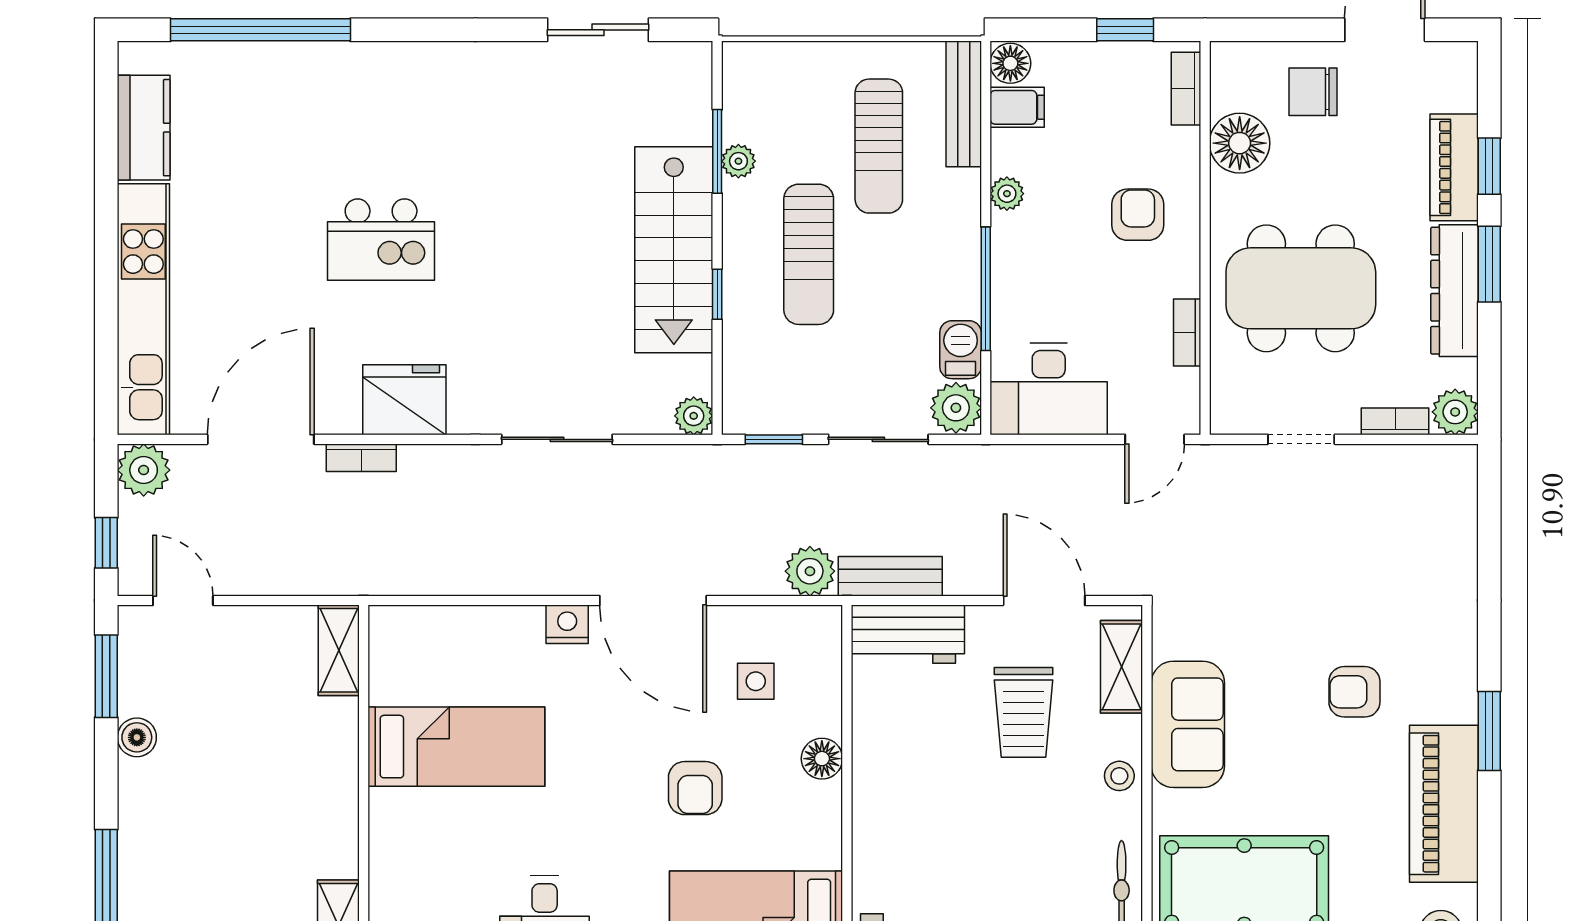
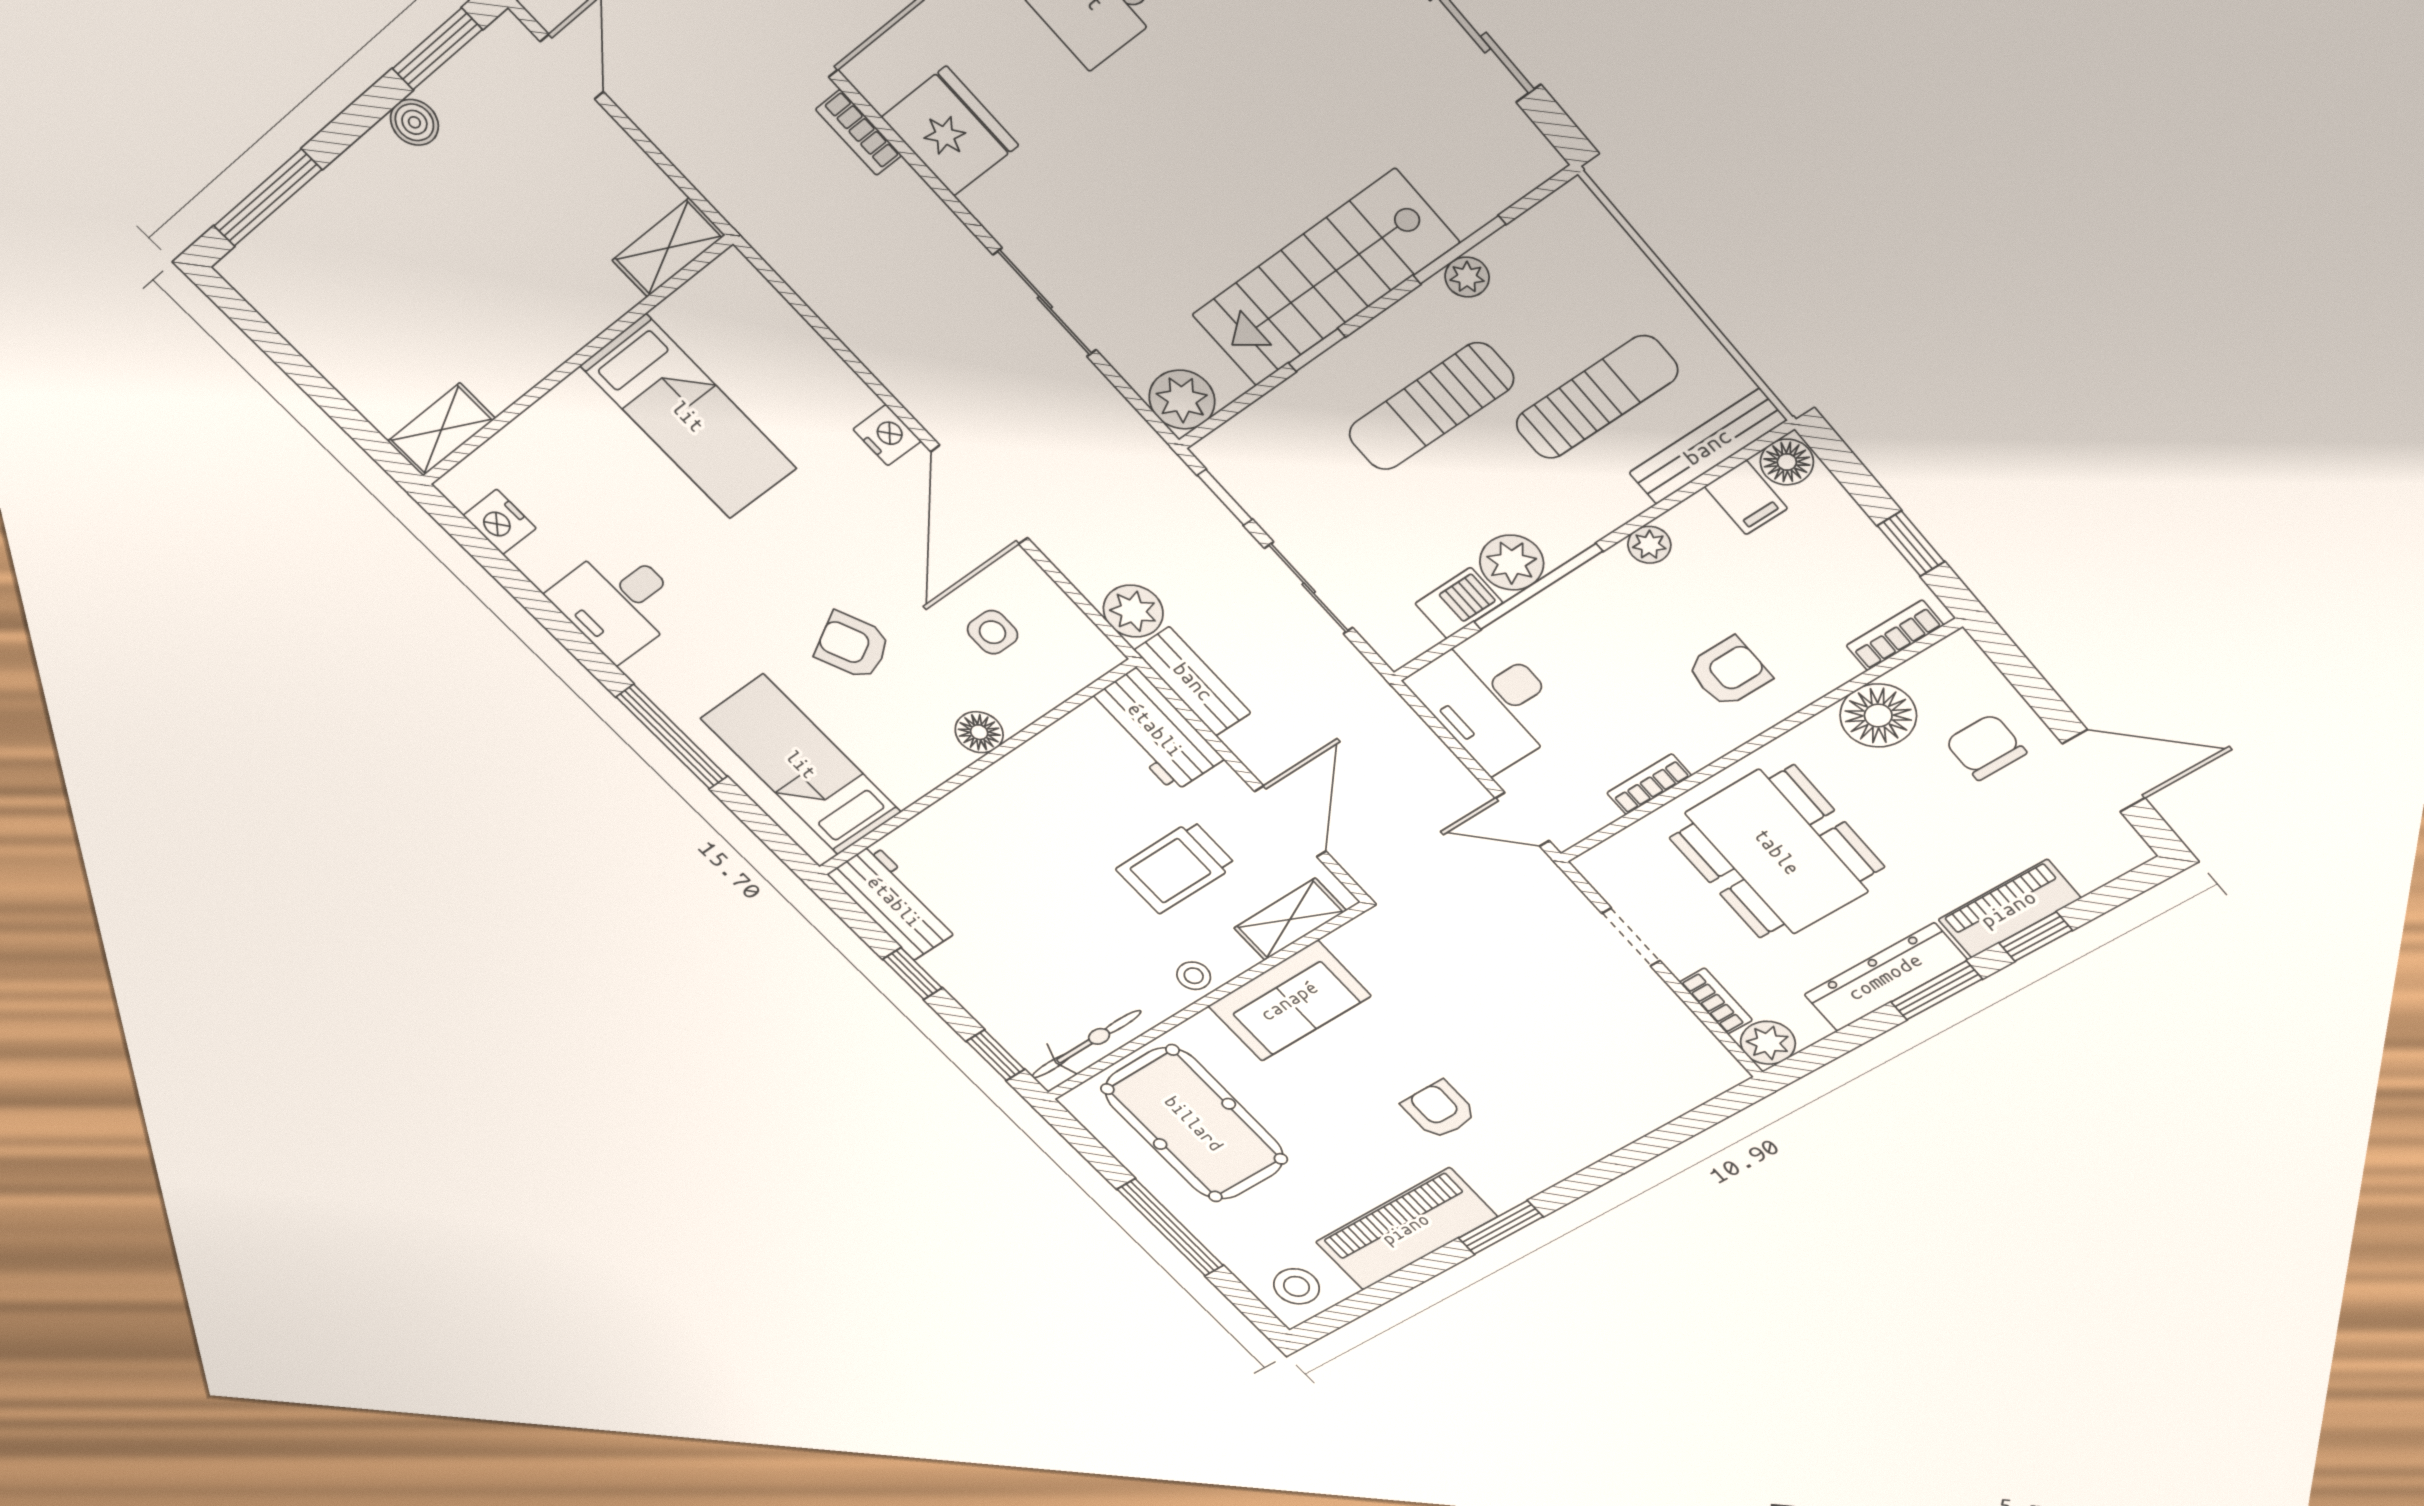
sun lounger: (879, 146) -> (1597, 397), turned 180
plant: (956, 408) -> (1512, 563), moved
plant: (694, 416) -> (1182, 400), width x1.38, depth x1.38
armchair: (695, 788) -> (852, 646), turned 64

